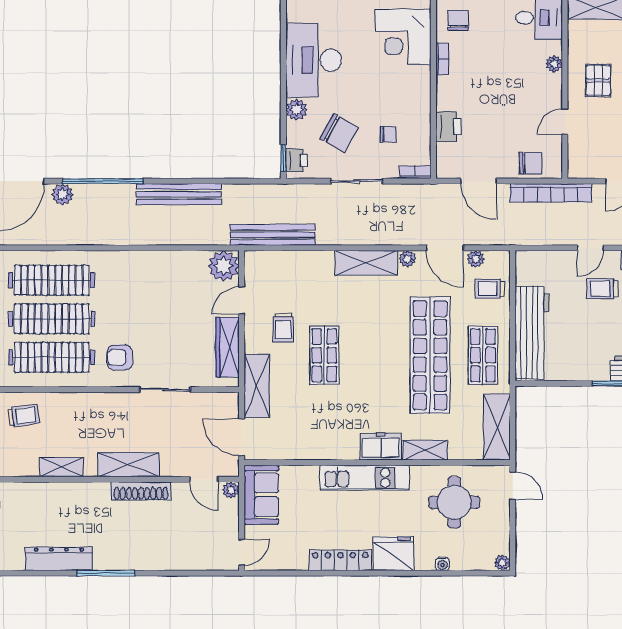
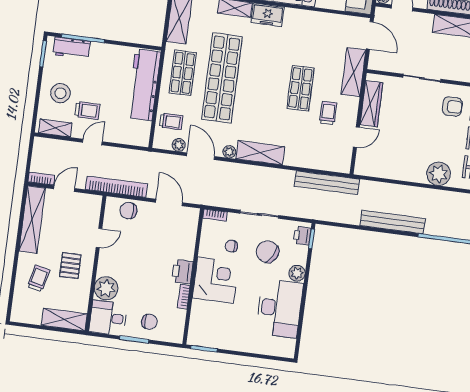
chair: (458, 20) -> (149, 322), moved, turned -90
corner desk: (403, 37) -> (216, 280), moved
plant: (554, 64) -> (106, 288), width x1.87, depth x1.87
printer: (449, 126) -> (182, 272), moved
plant: (223, 266) -> (439, 174), moved

